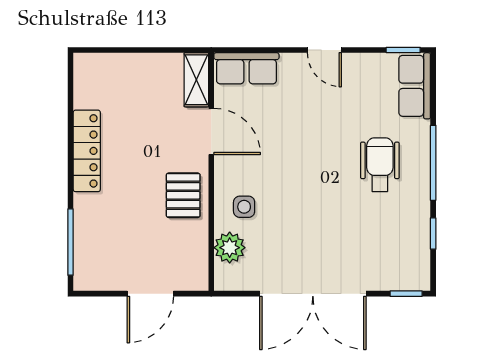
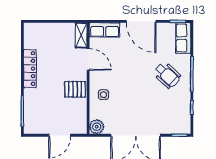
door: (324, 50) -> (141, 21), width x1.87
wheelchair: (380, 165) -> (167, 75), turned 133
pallet: (183, 195) -> (75, 89), turned 90
plant: (230, 248) -> (97, 127), moved

